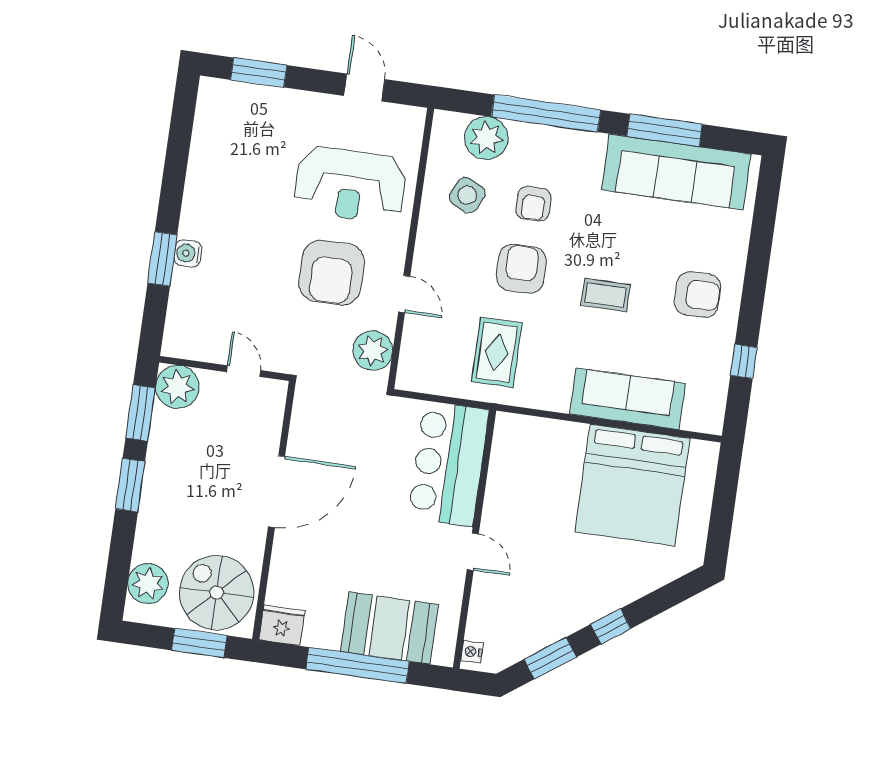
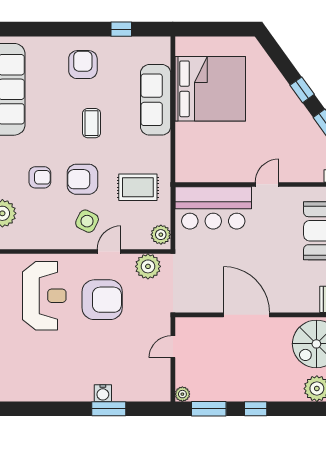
side table: (467, 195) -> (87, 221), moved
plant: (419, 377) -> (161, 235), added
plant: (177, 387) -> (182, 394), width x0.53, depth x0.53
window: (130, 485) -> (256, 409), width x0.67

